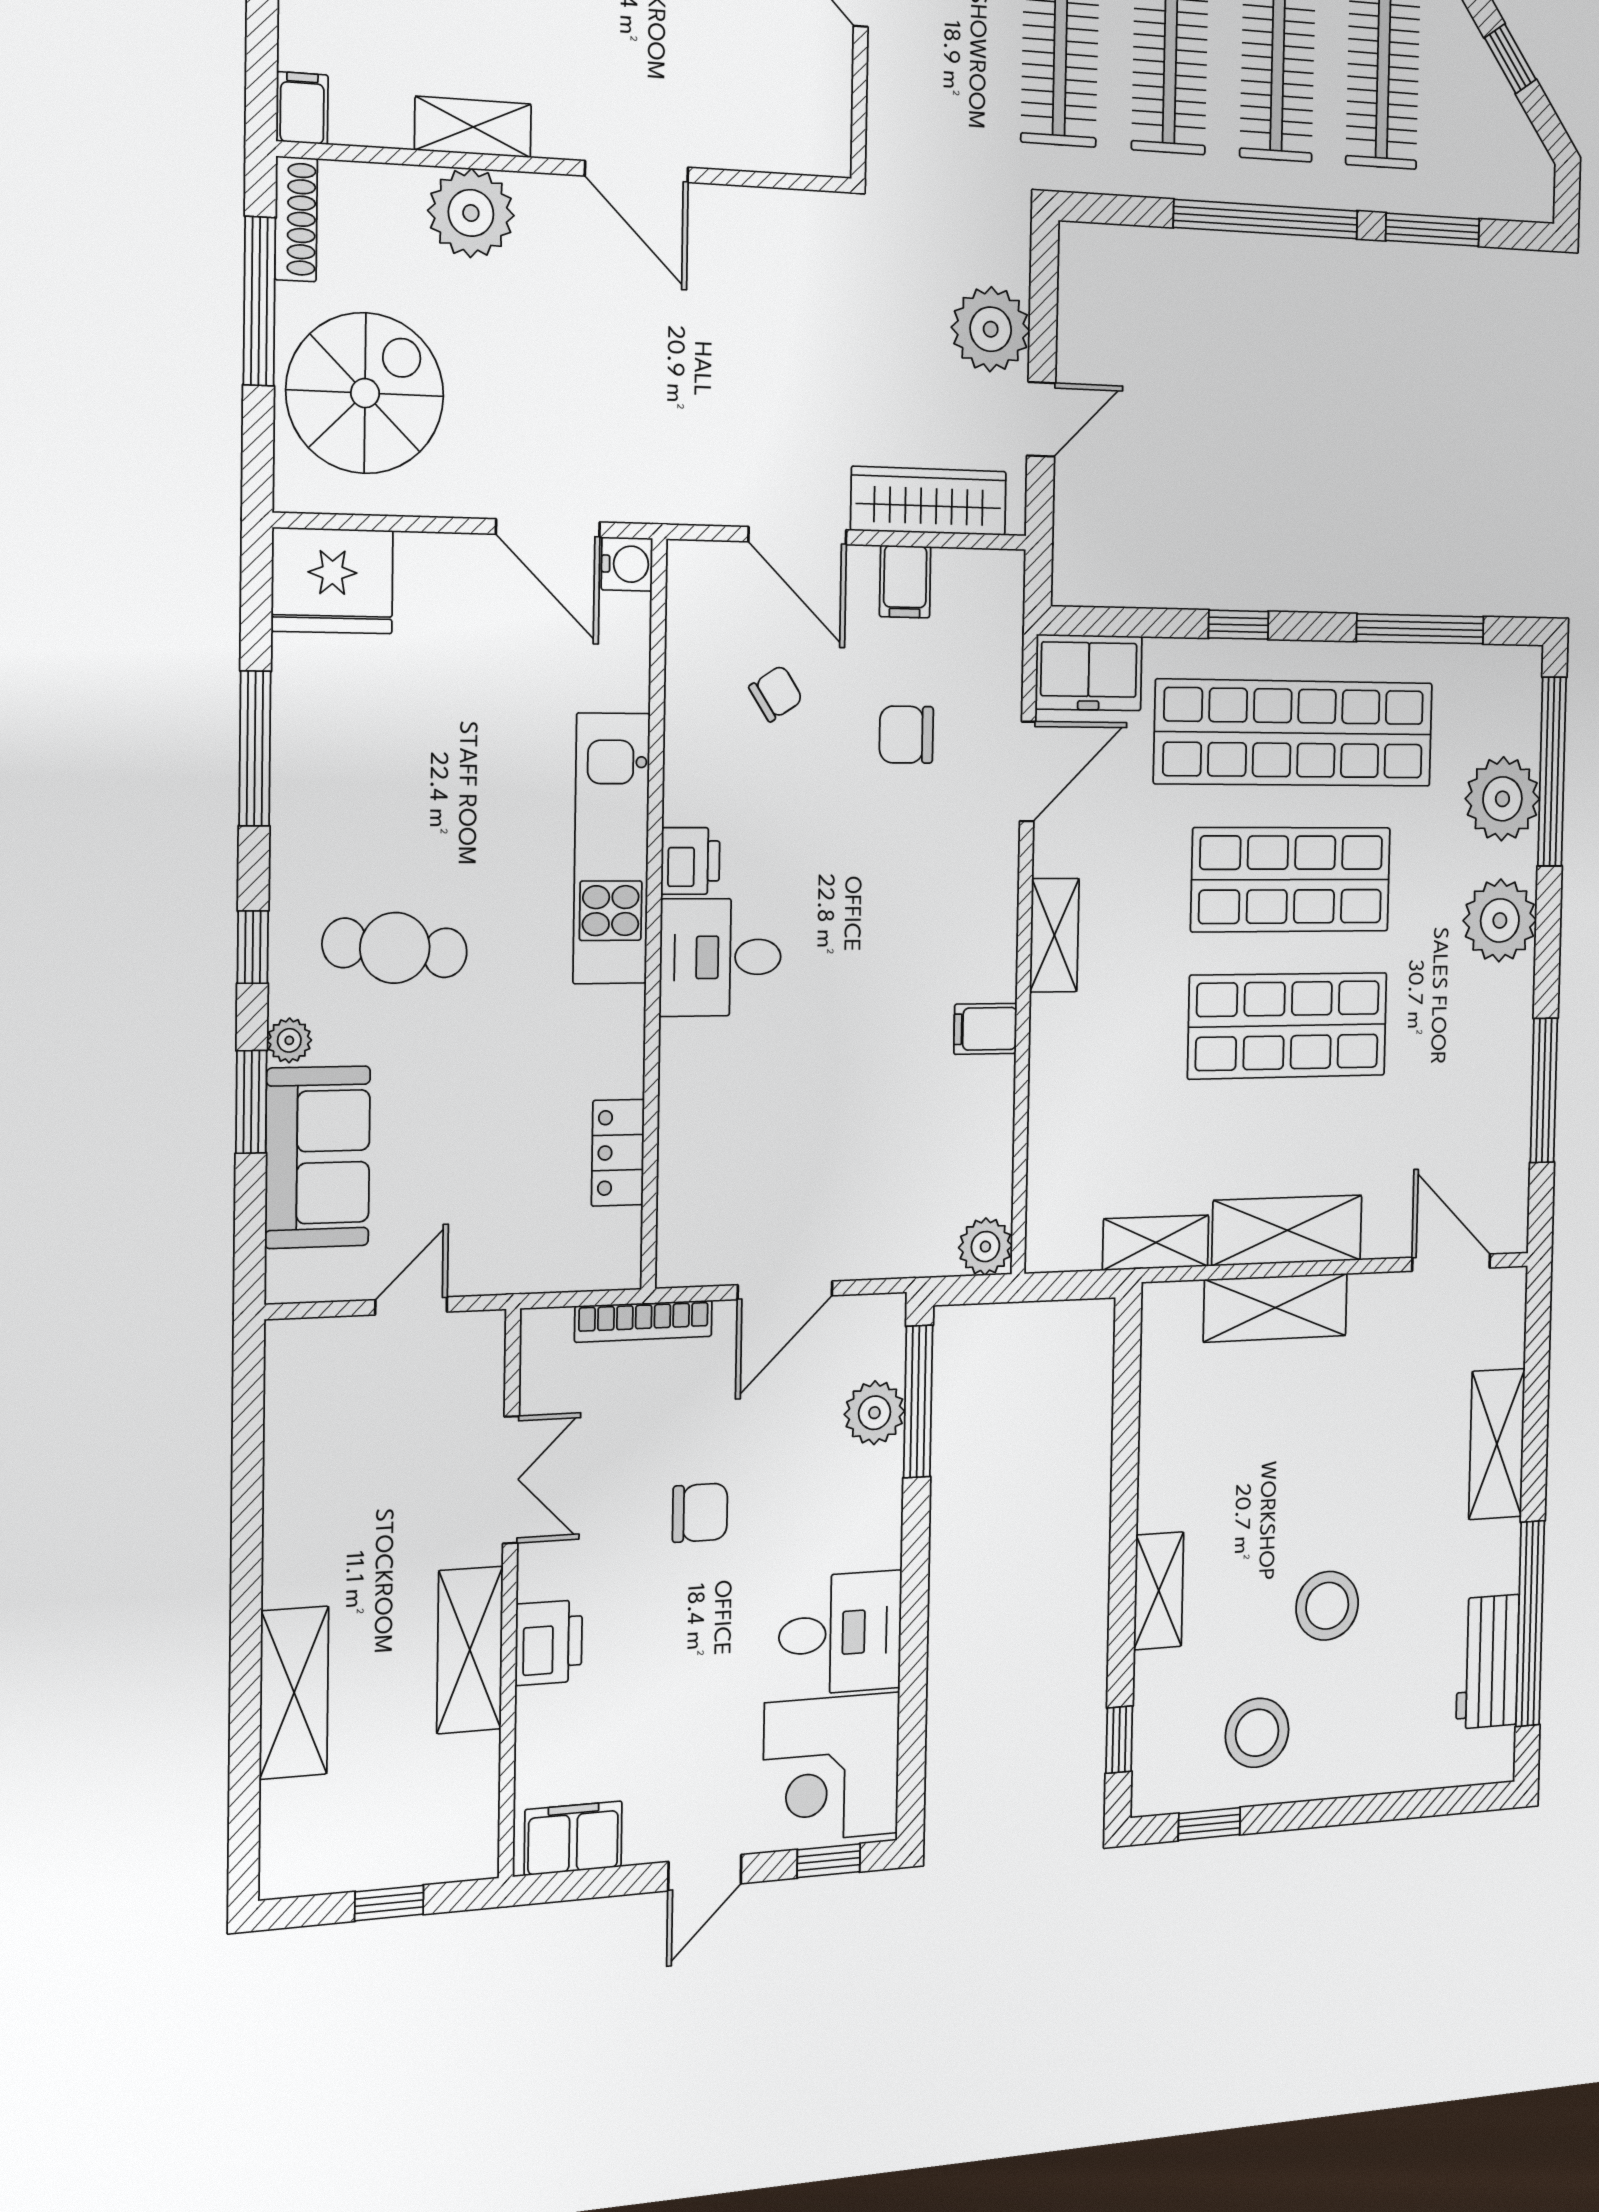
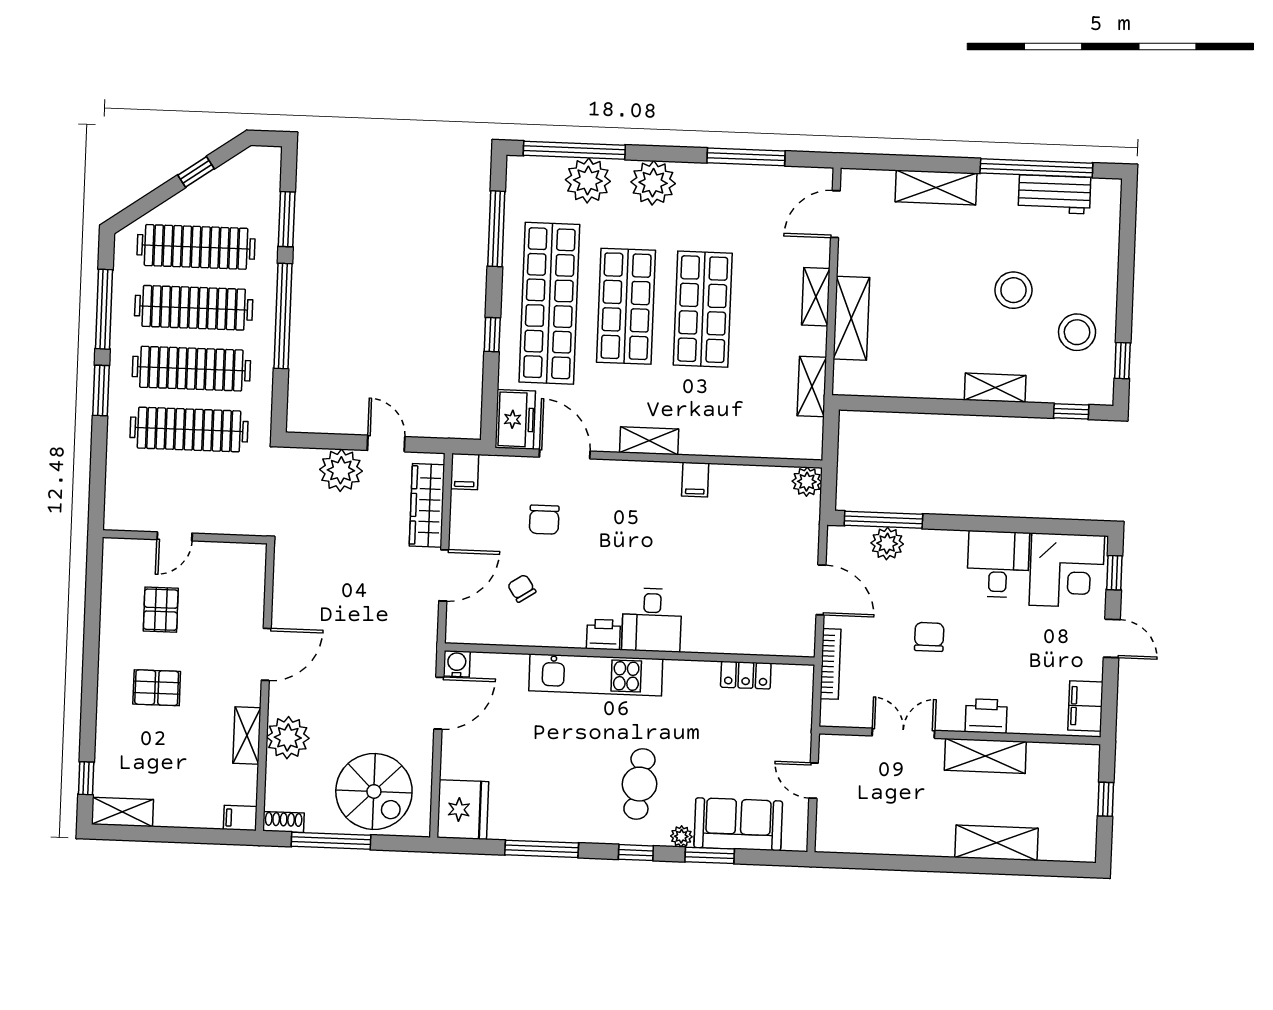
shoe rack: (296, 219) -> (284, 822), width x0.70
spiral stairs: (365, 393) -> (374, 791), turned 180
filing cabinet: (905, 582) -> (465, 472), moved, turned 90
shelving: (1287, 1230) -> (816, 297), width x0.67, depth x0.75

